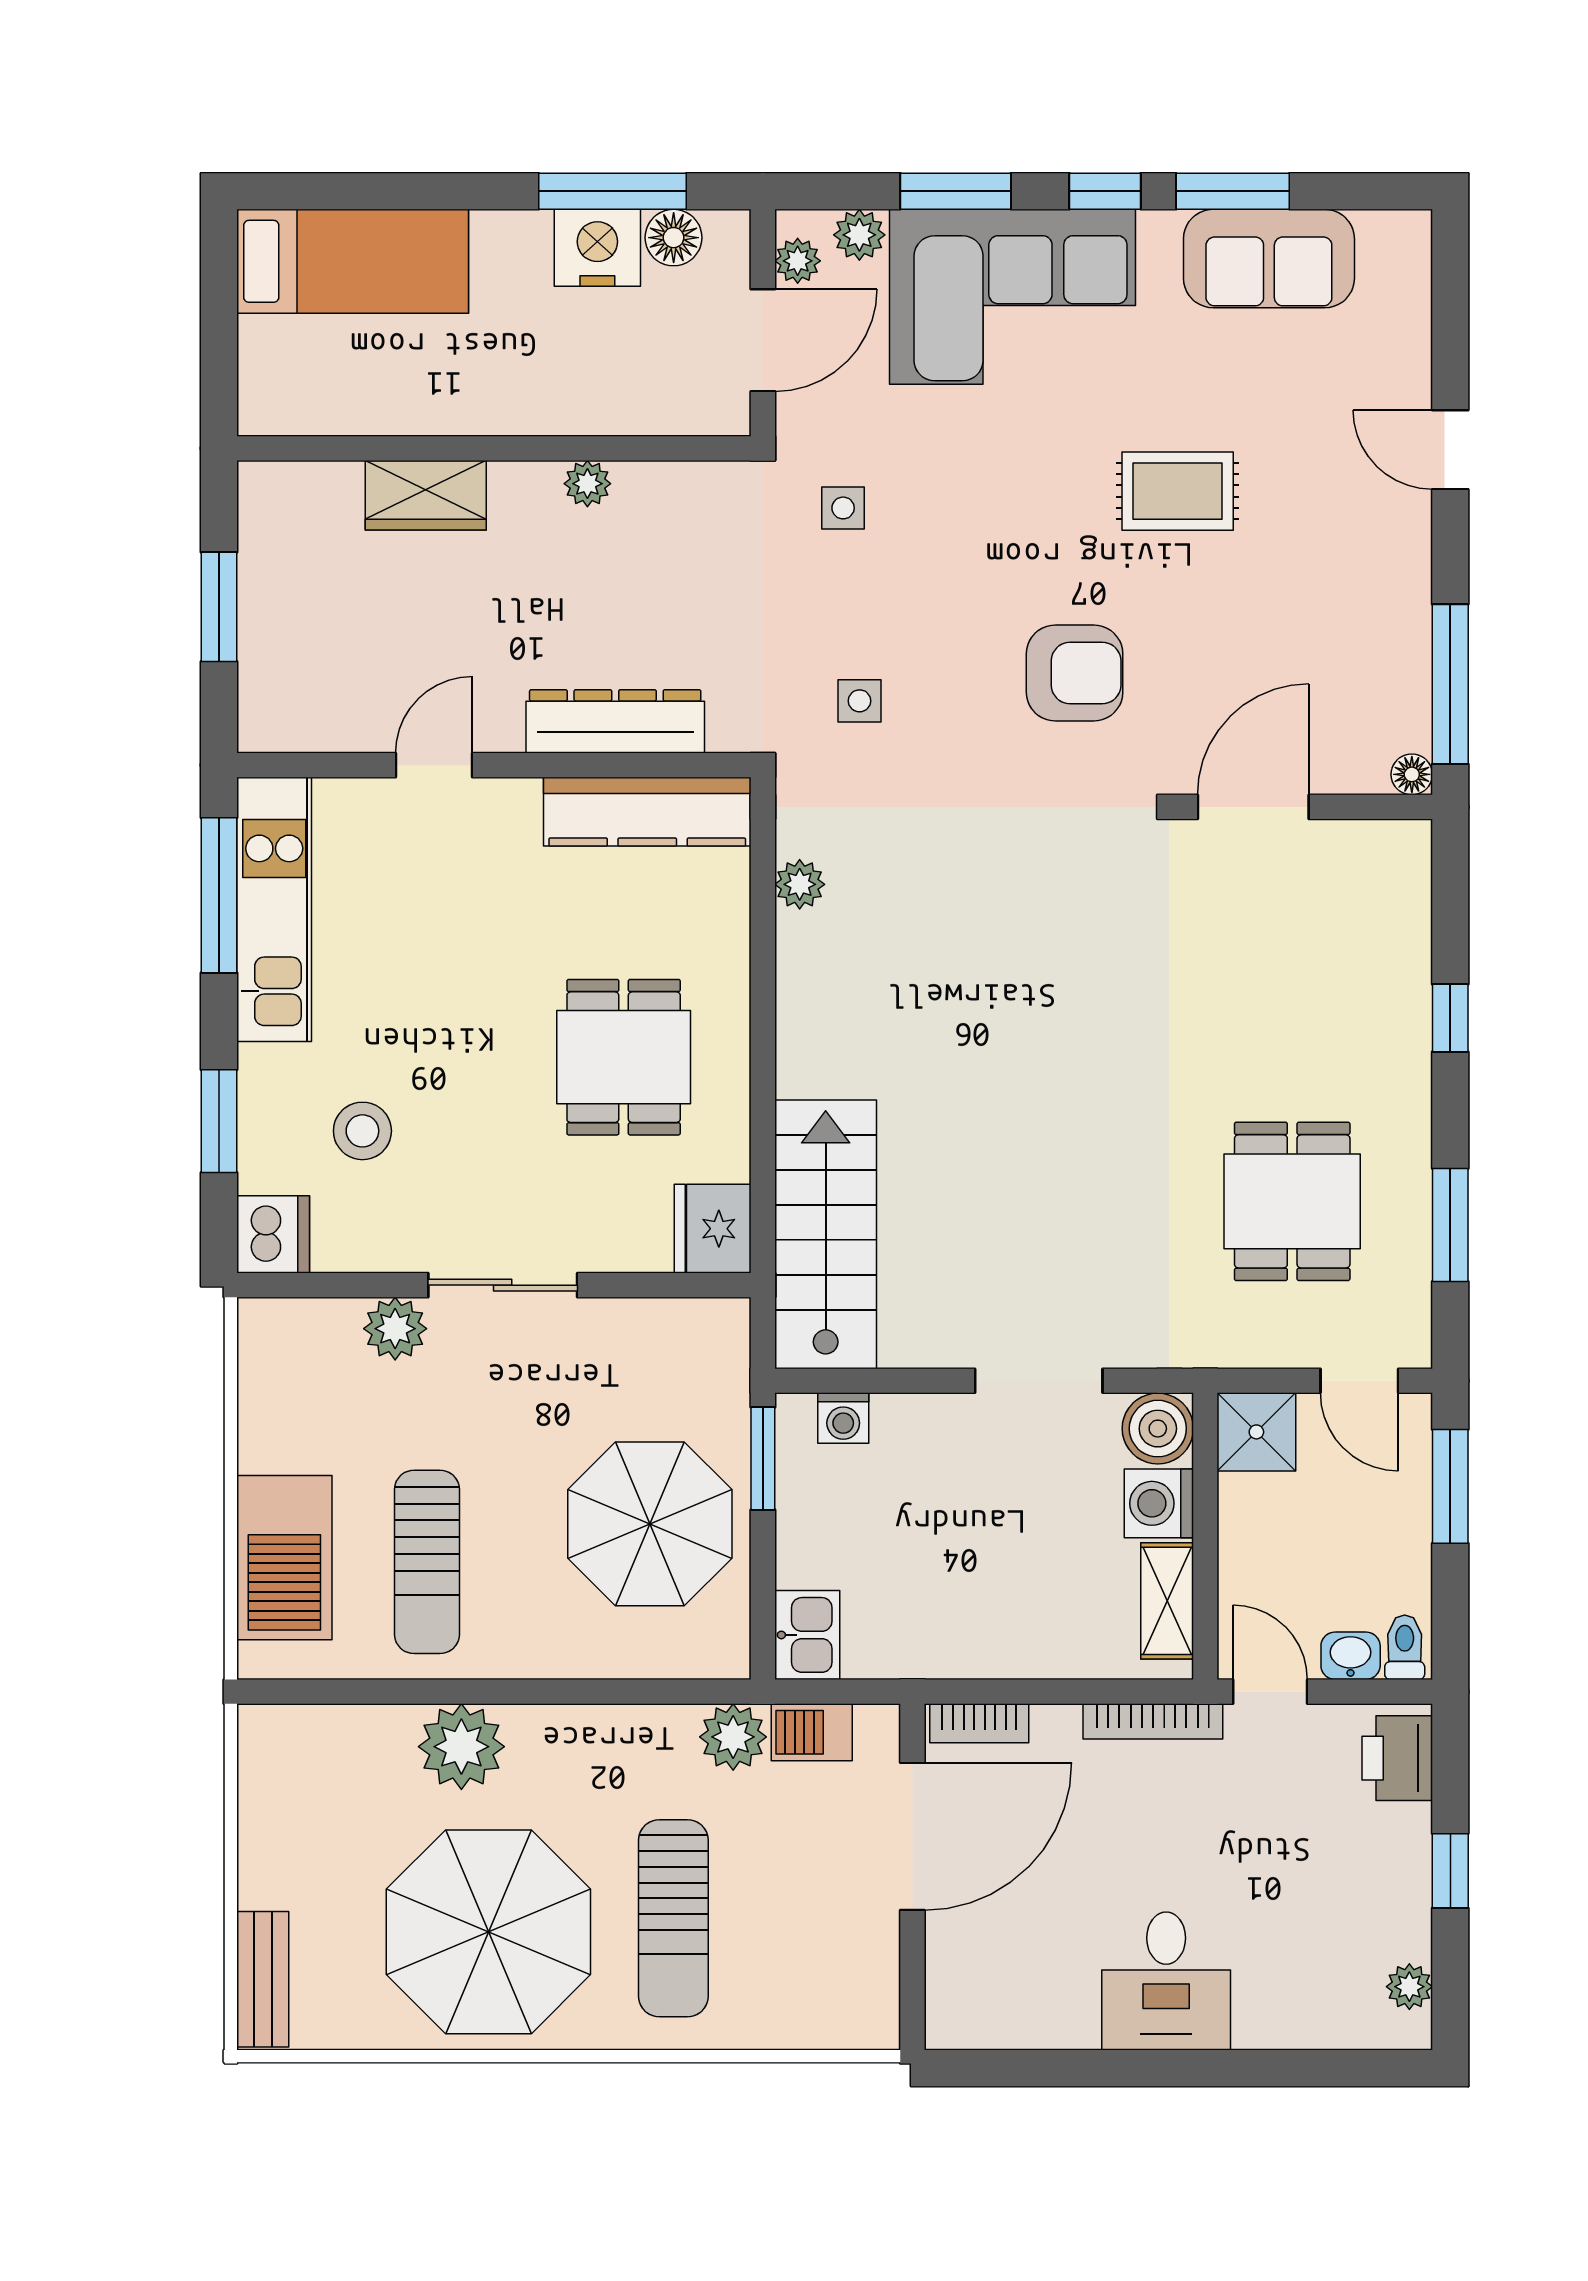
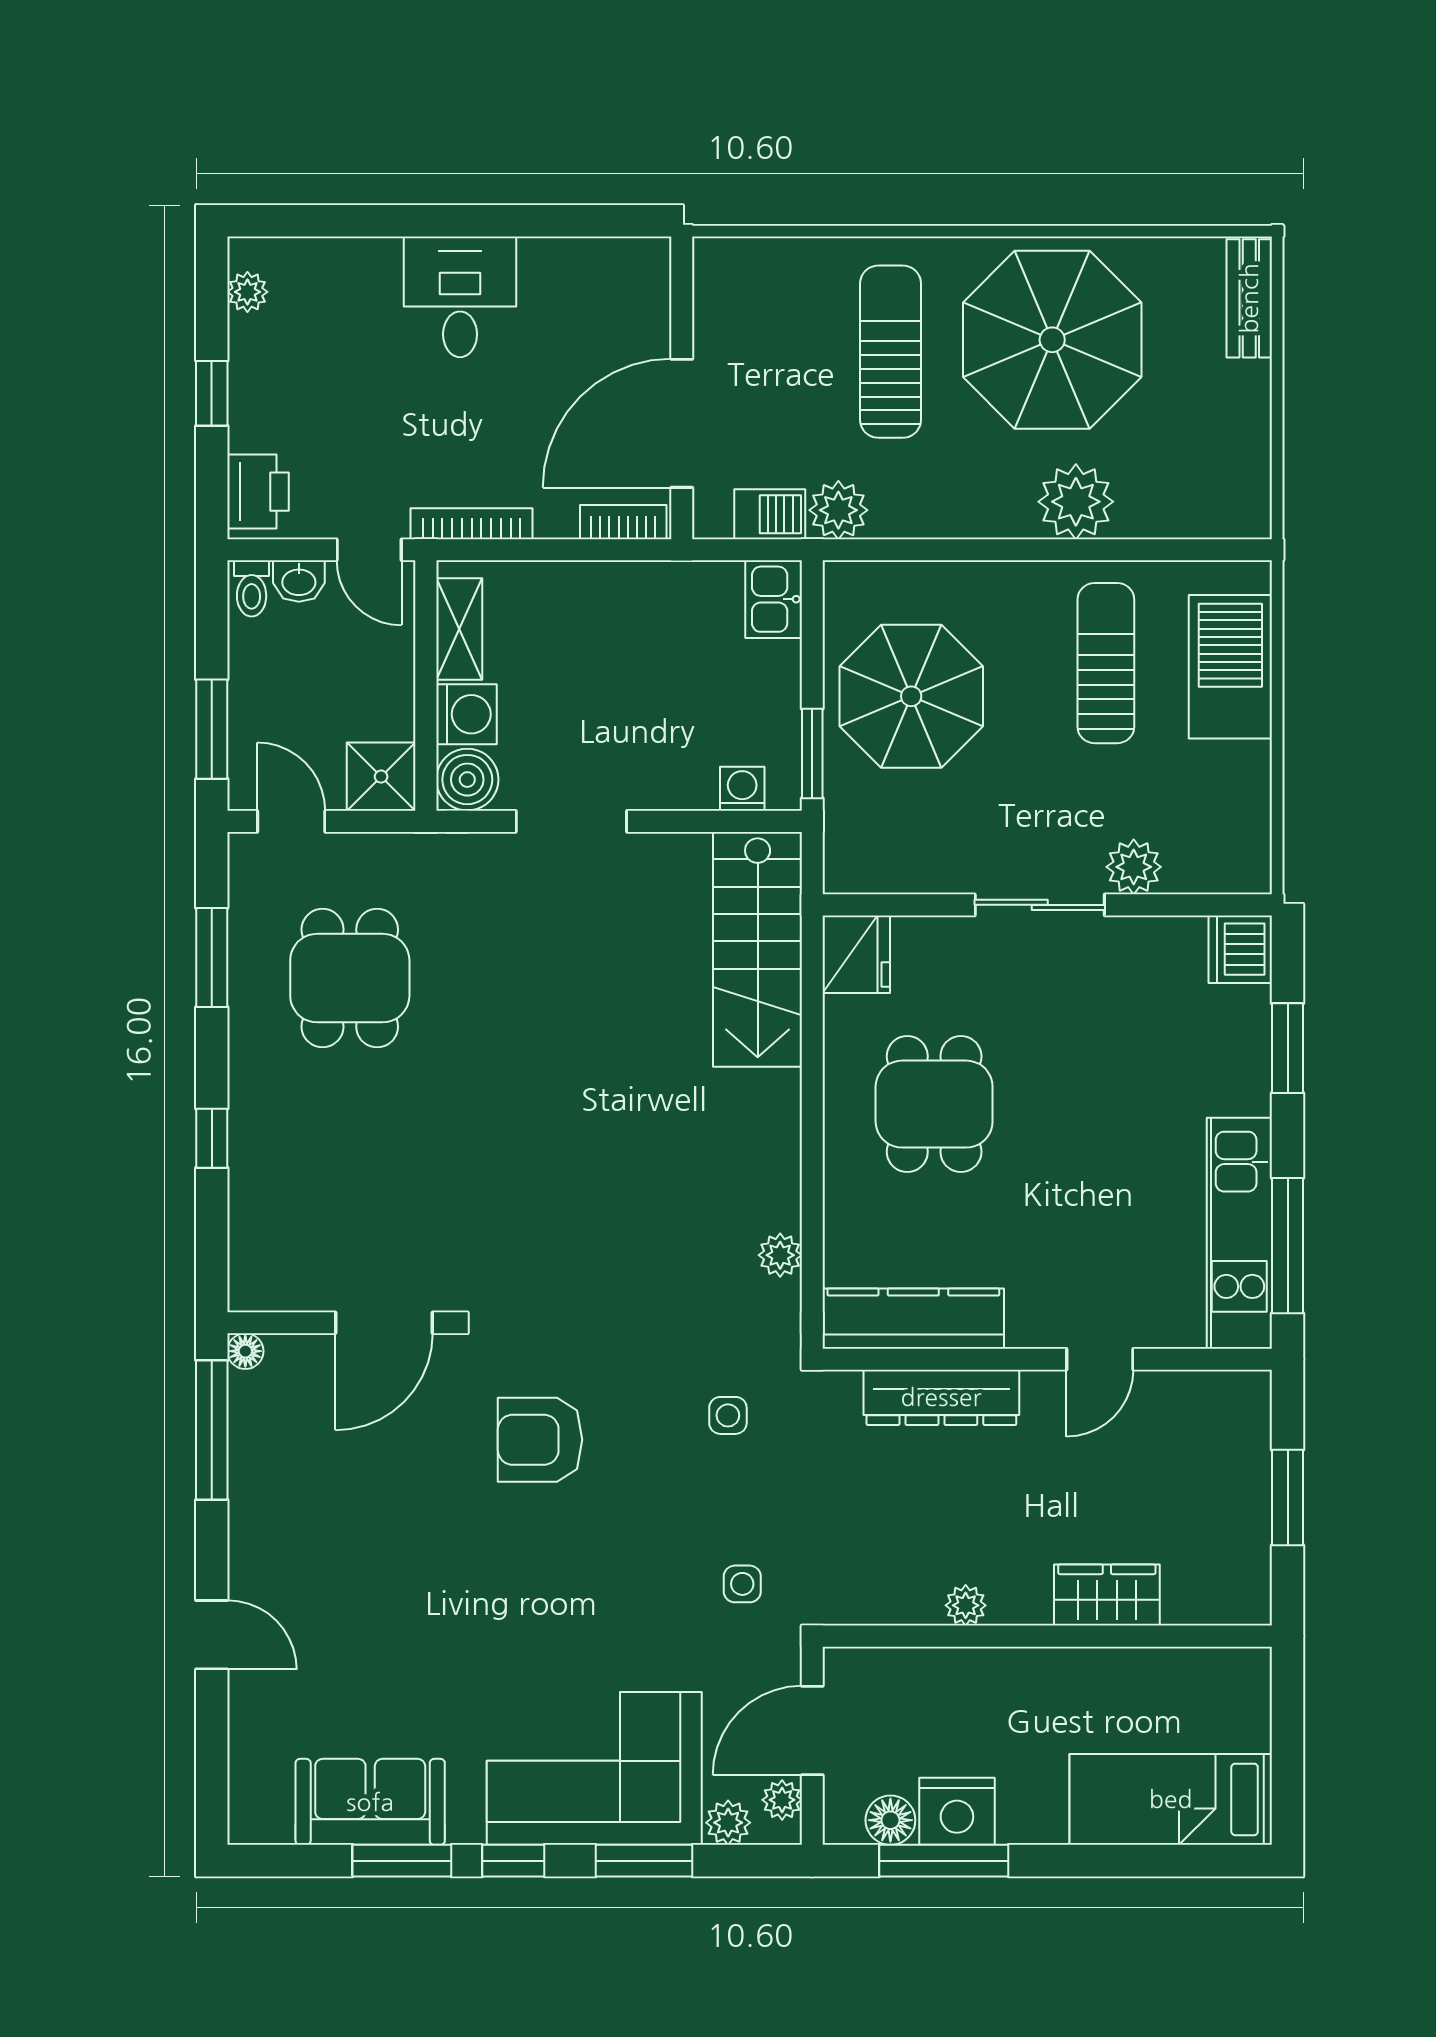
rug: (1178, 491) -> (450, 1599), removed
stool: (362, 1131) -> (1162, 1040), removed

